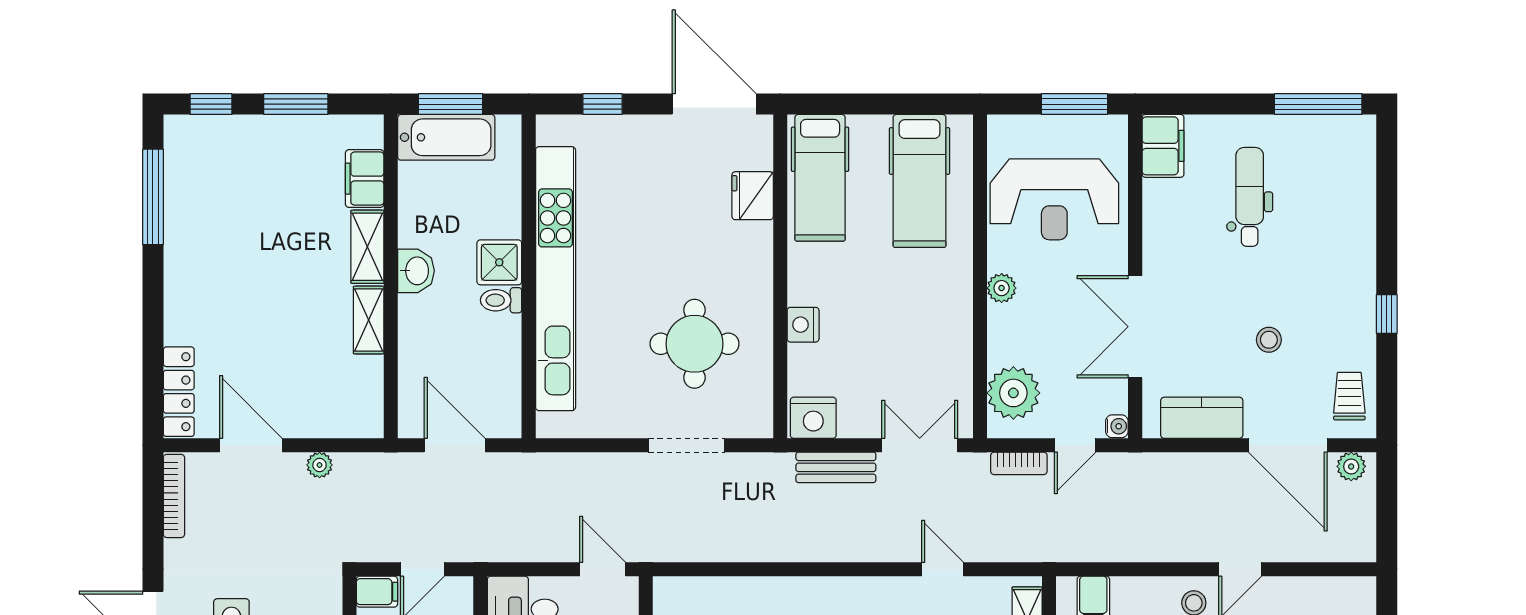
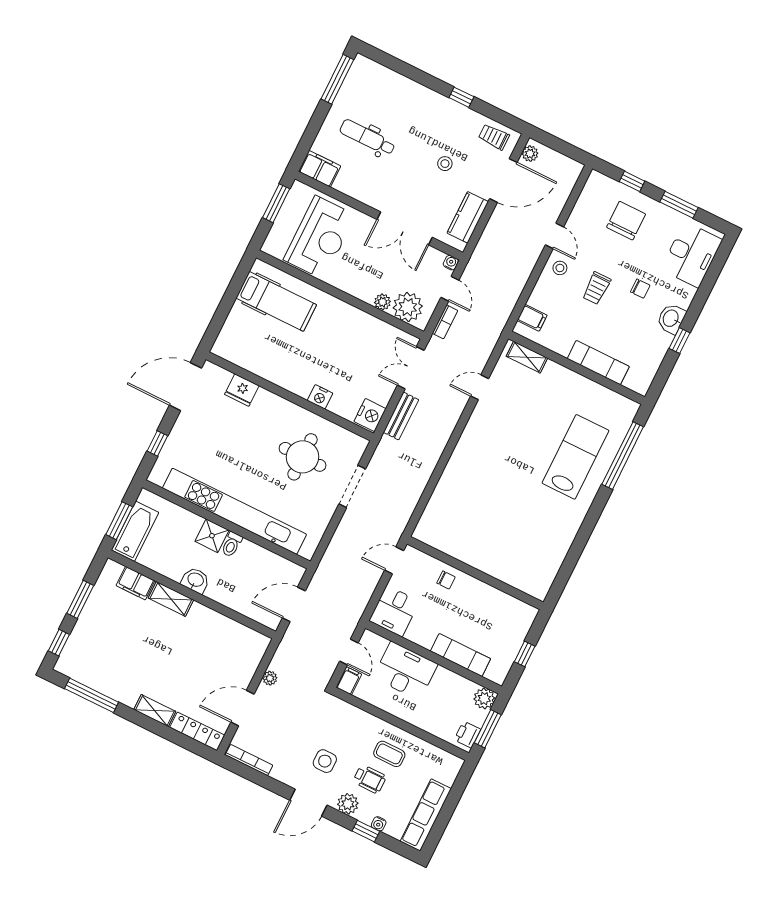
hospital bed: (820, 178) -> (250, 351), removed
plant: (1002, 288) -> (382, 302), moved
shelving: (369, 320) -> (155, 711), moved

